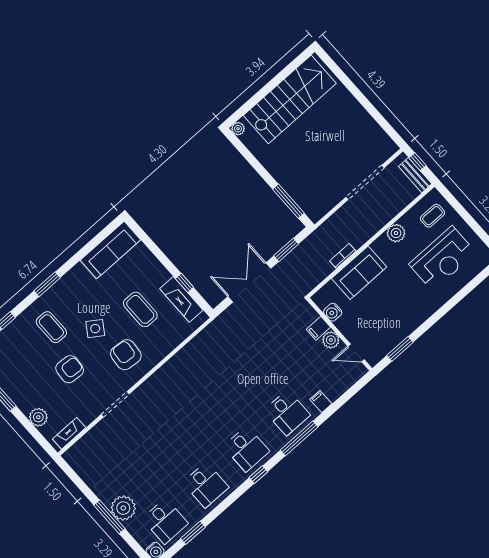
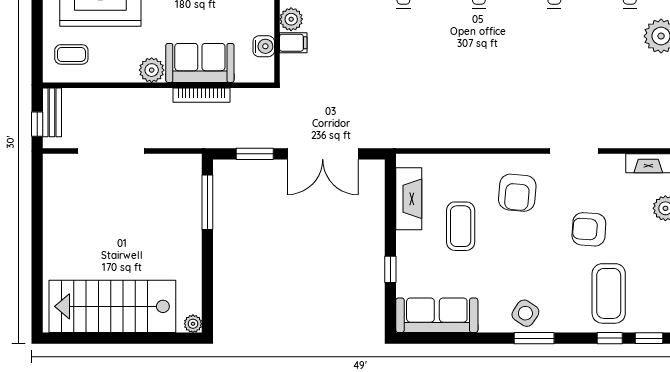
plant: (396, 233) -> (152, 70), moved
bookcase: (343, 256) -> (202, 95), width x1.56
window: (184, 283) -> (390, 269), moved
coffee table: (51, 327) -> (609, 293), moved, width x1.36, depth x1.32
side table: (95, 329) -> (525, 313), moved

